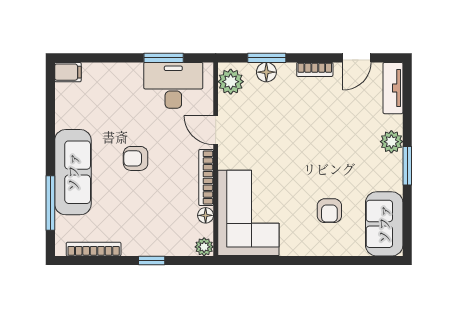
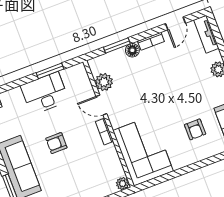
floor lamp: (266, 72) -> (132, 50), moved
plant: (231, 82) -> (104, 82), moved
desk: (173, 85) -> (45, 93), moved
bookcase: (206, 178) -> (104, 132), width x0.64
floor lamp: (206, 215) -> (116, 163), removed

